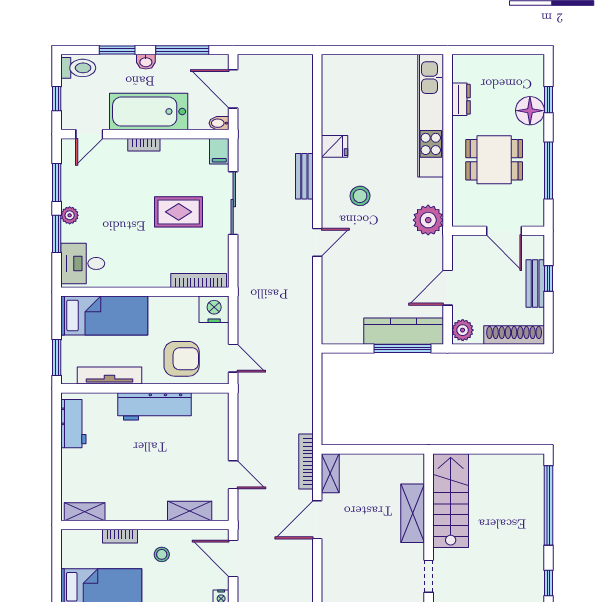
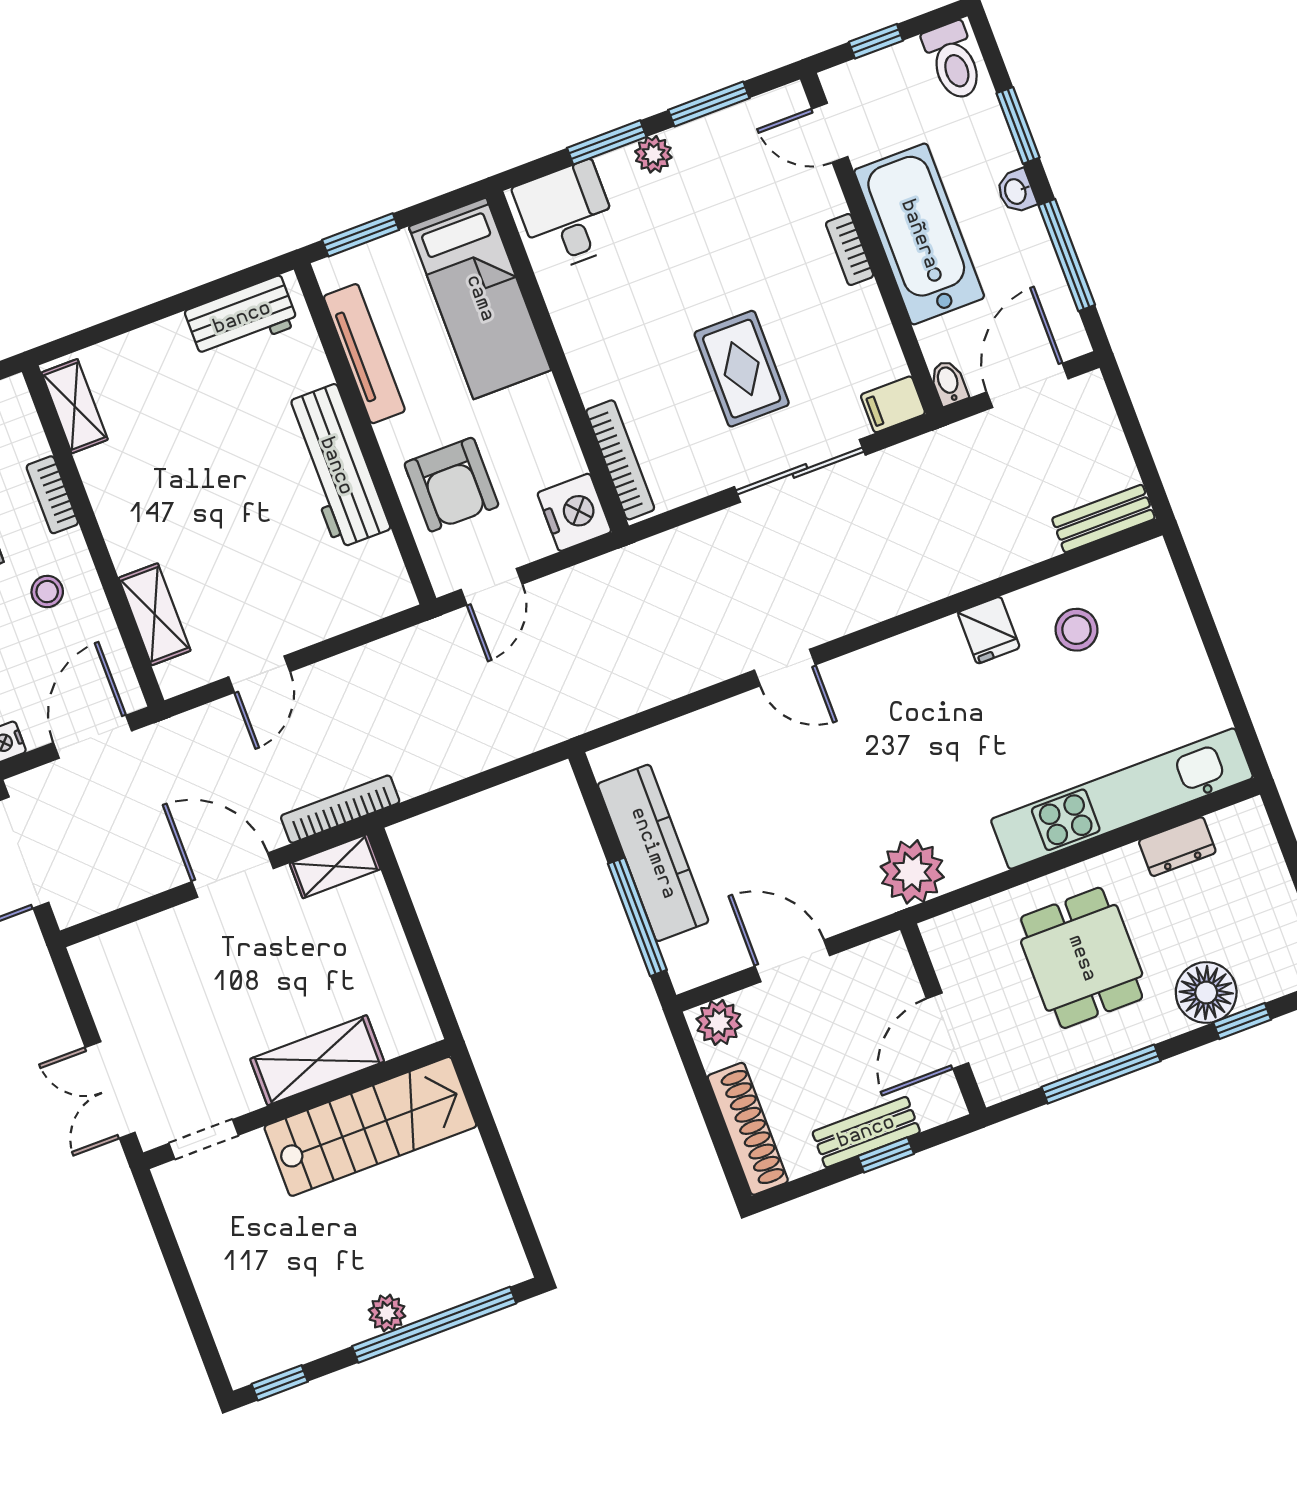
bench: (304, 176) -> (1103, 519), moved
stool: (360, 196) -> (1077, 630), moved
kitchen counter: (404, 331) -> (653, 853), moved
plant: (535, 524) -> (387, 1313), added

